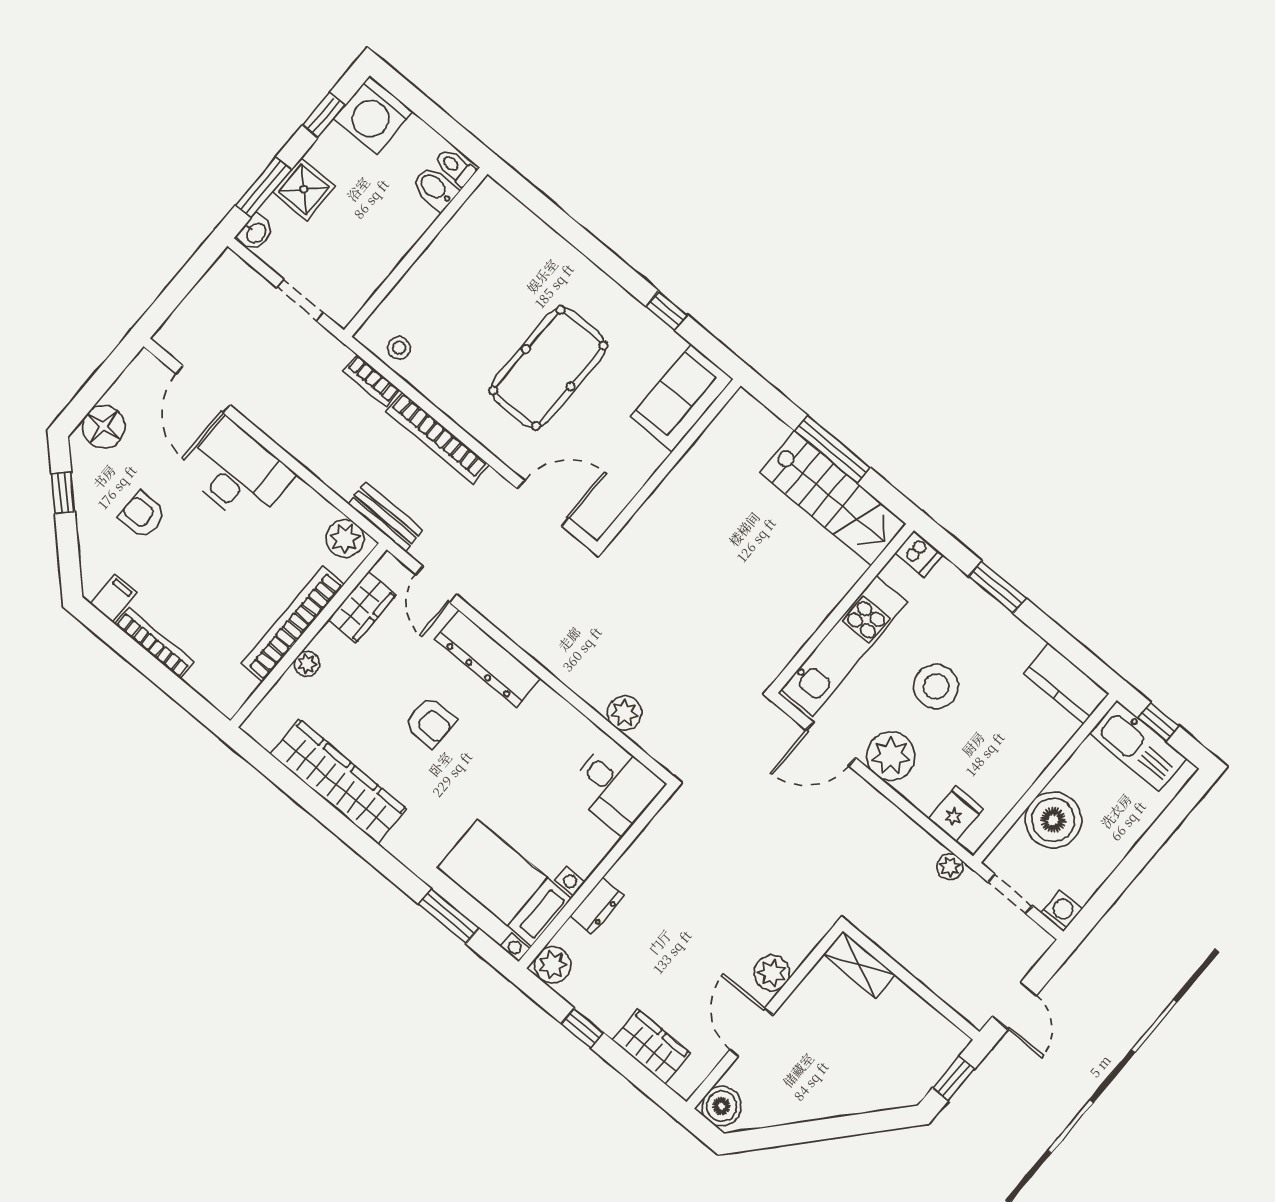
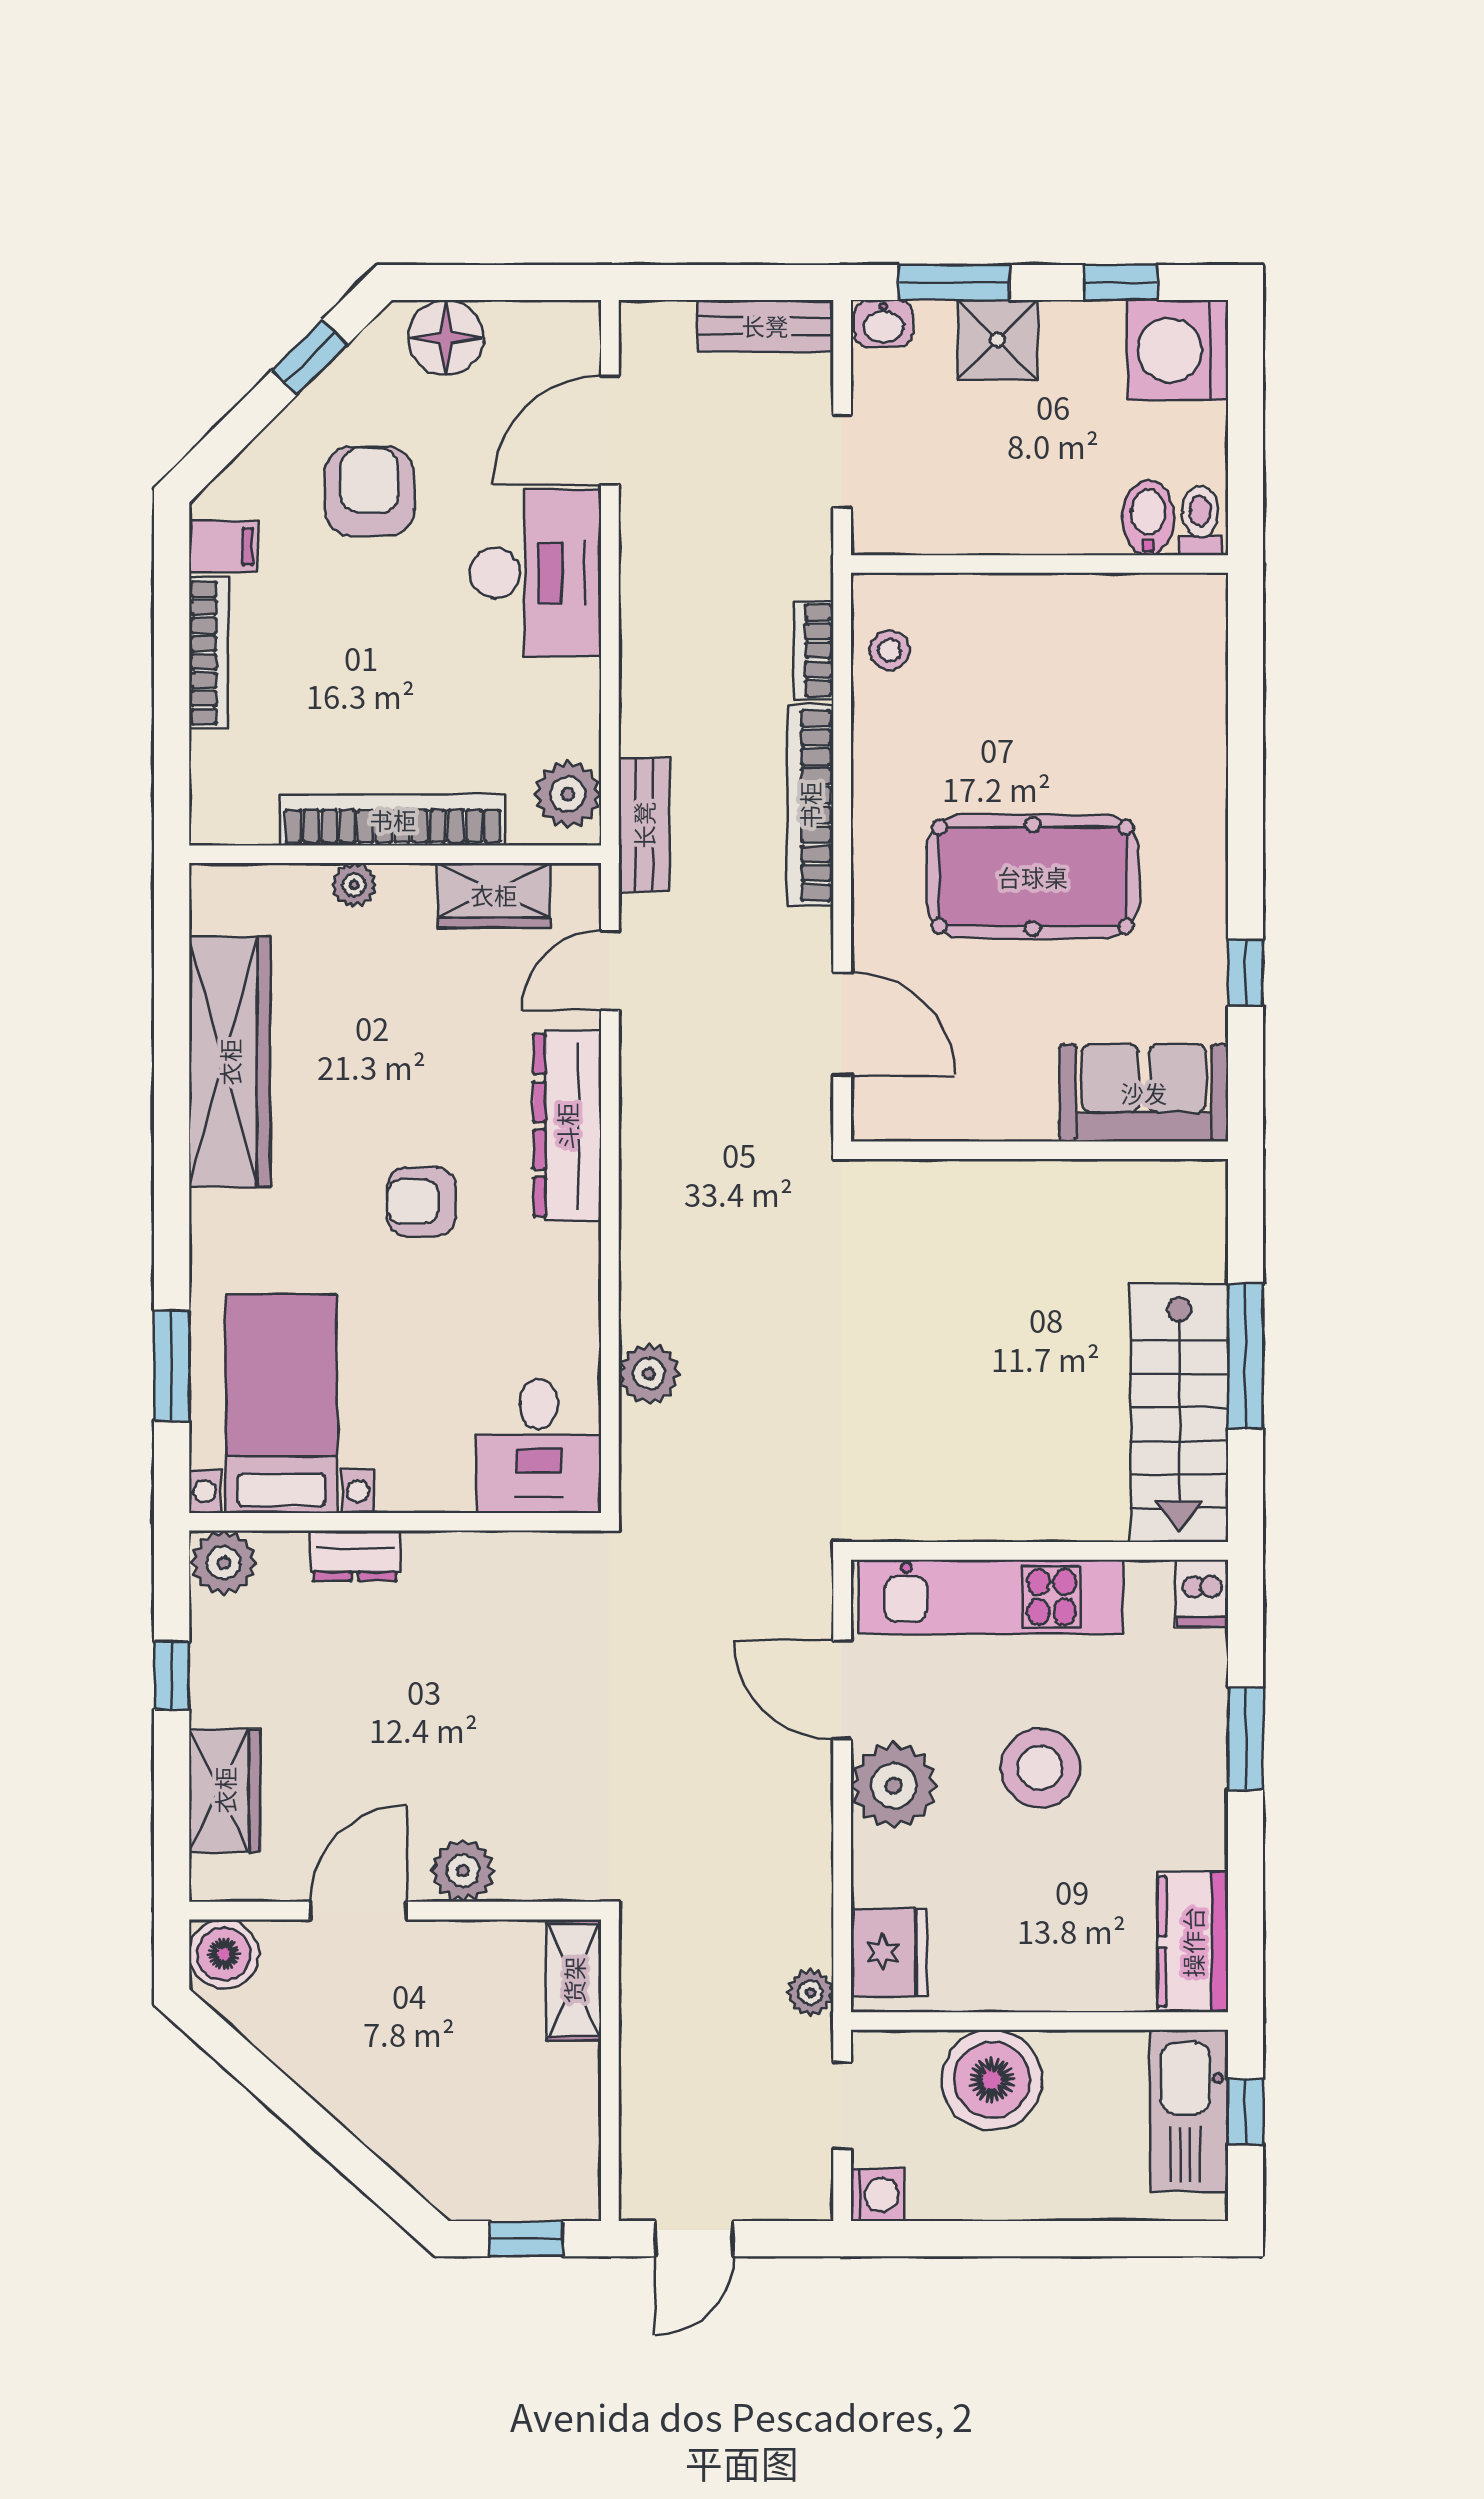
bench: (214, 284) -> (765, 326), added
armchair: (142, 515) -> (369, 491), width x1.38, depth x1.38
armchair: (430, 722) -> (421, 1202), moved, turned 90
fridge: (956, 814) -> (889, 1952), width x1.38

